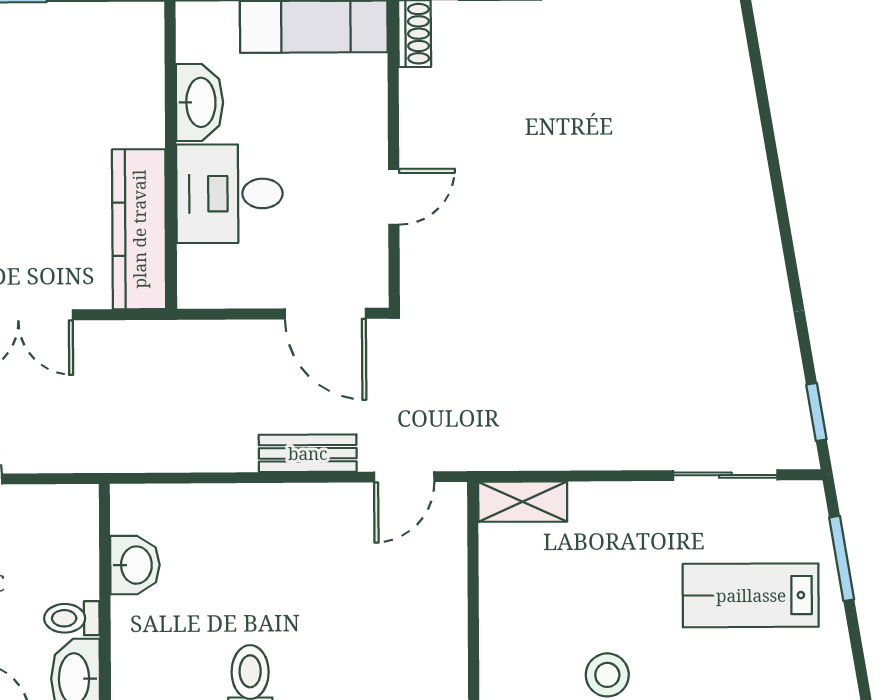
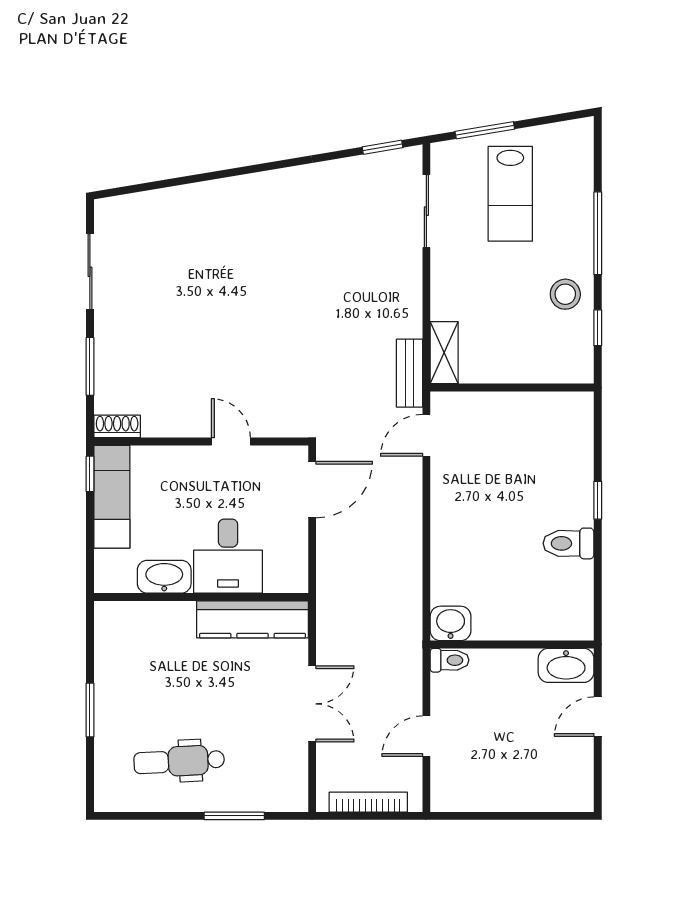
bench: (308, 453) -> (410, 373), moved
door: (404, 477) -> (426, 435), swing flipped
washbasin: (135, 565) -> (451, 623), moved
toilet: (72, 618) -> (449, 660), moved, turned -90

